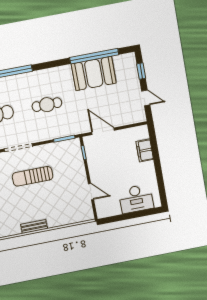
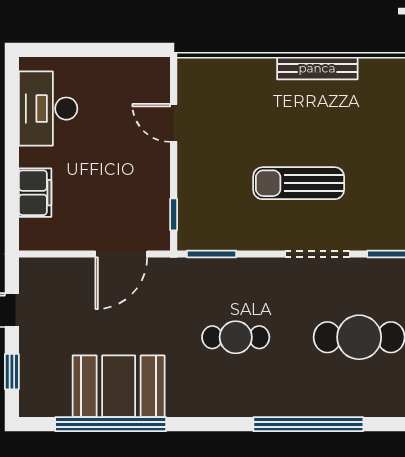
door: (103, 131) -> (121, 254), hinge flipped
sun lounger: (33, 176) -> (299, 183), turned 180
desk: (136, 199) -> (48, 109), moved, turned -90
bench: (34, 226) -> (317, 68), width x1.36

